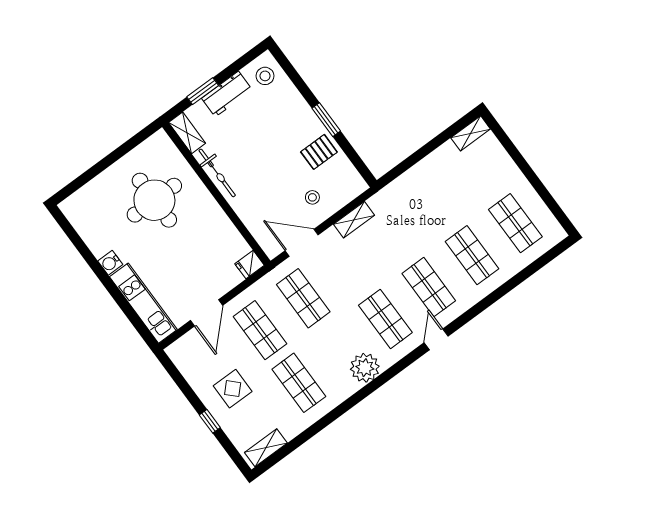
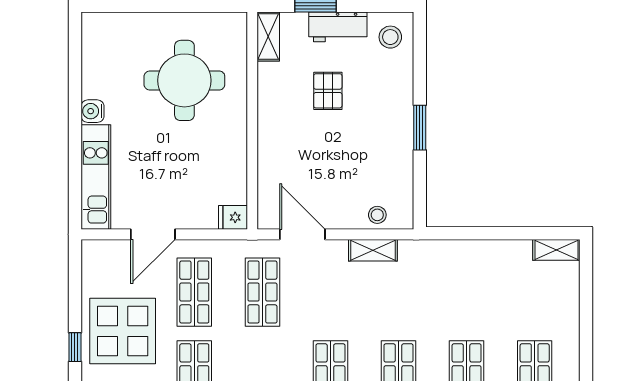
pallet: (319, 152) -> (328, 91), moved, turned 90
bicycle: (217, 173) -> (269, 100), removed
stool: (312, 197) -> (377, 215), moved
display table: (233, 389) -> (123, 331), width x1.86, depth x1.86

